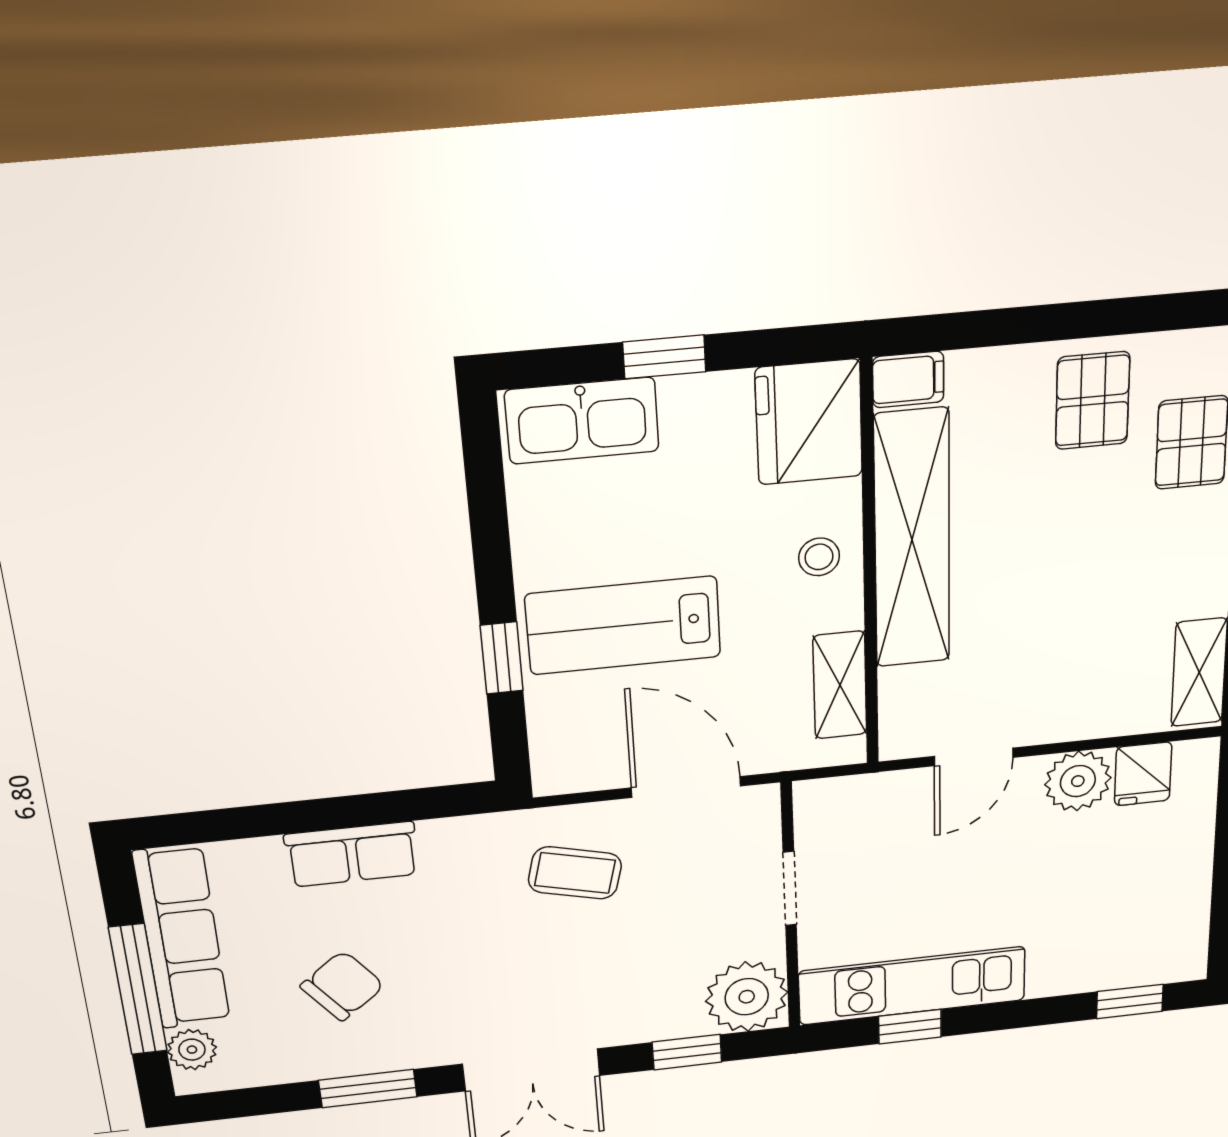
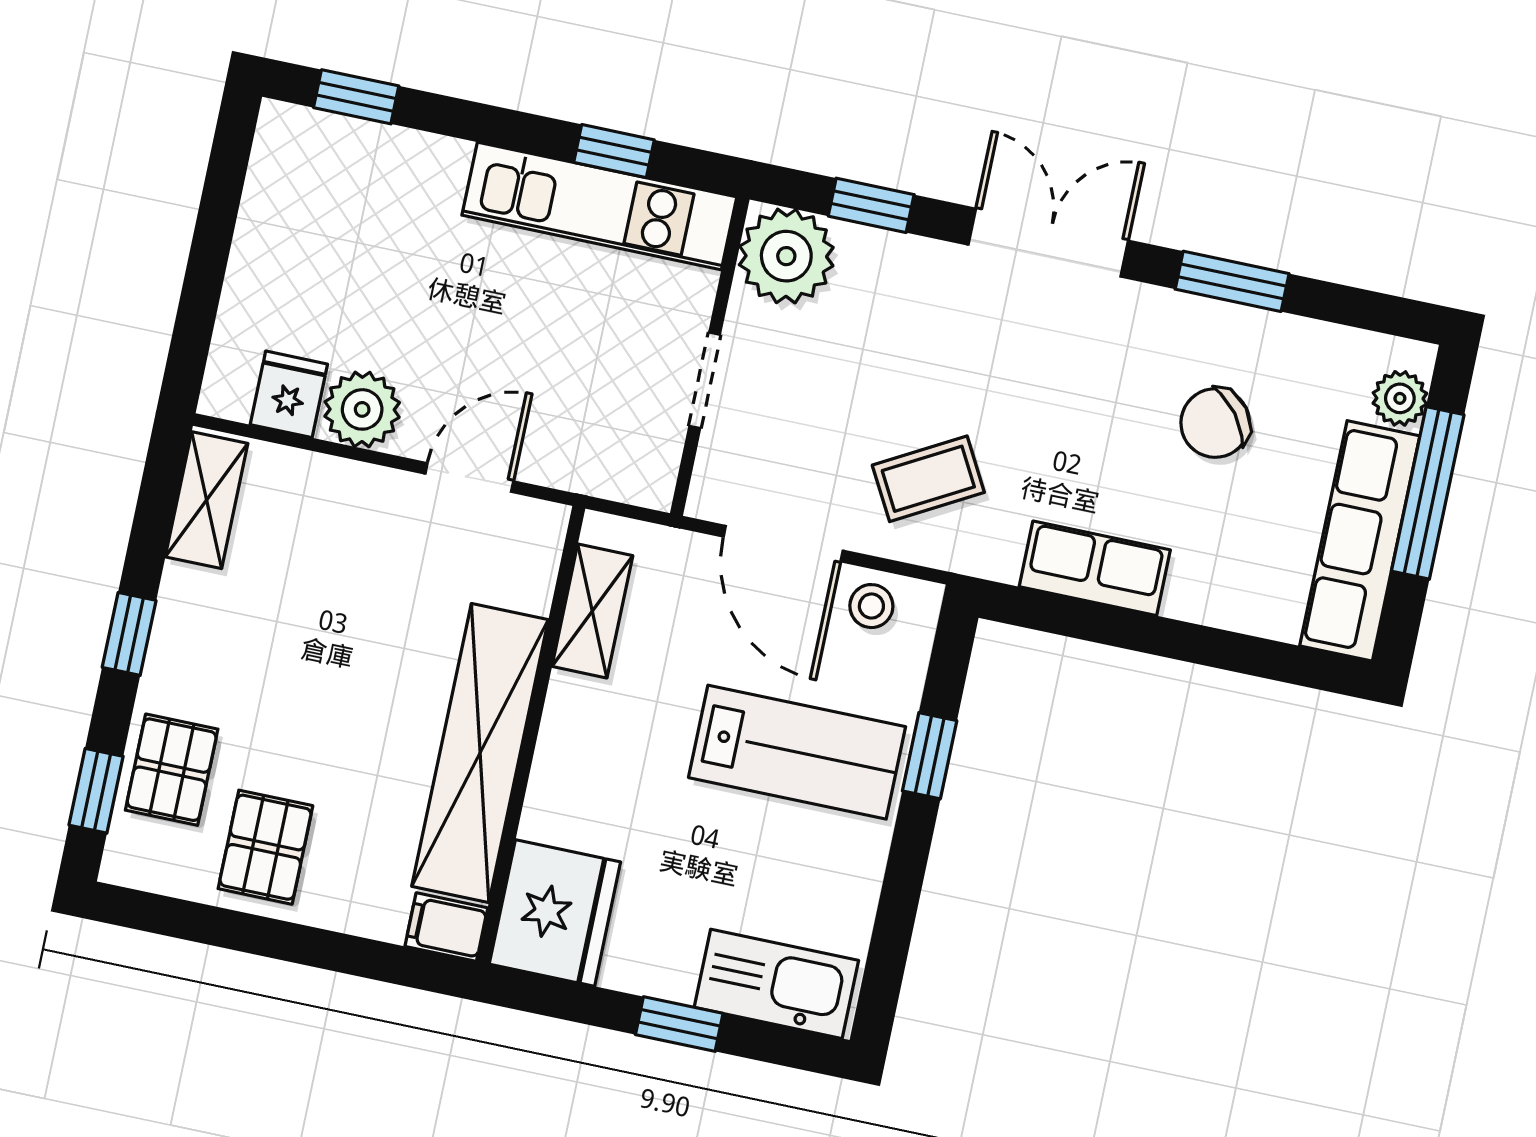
stool: (819, 557) -> (871, 606), moved
row of seats: (352, 854) -> (1095, 568), moved
coffee table: (575, 873) -> (928, 479), turned -43

